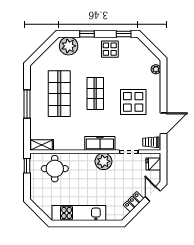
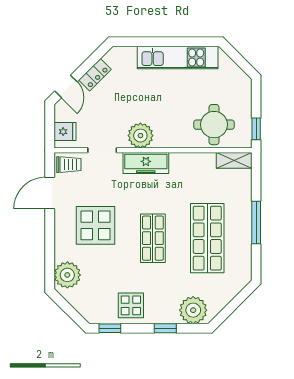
plant: (156, 69) -> (67, 275), width x1.87, depth x1.87

